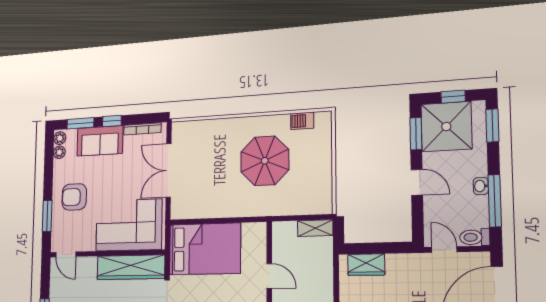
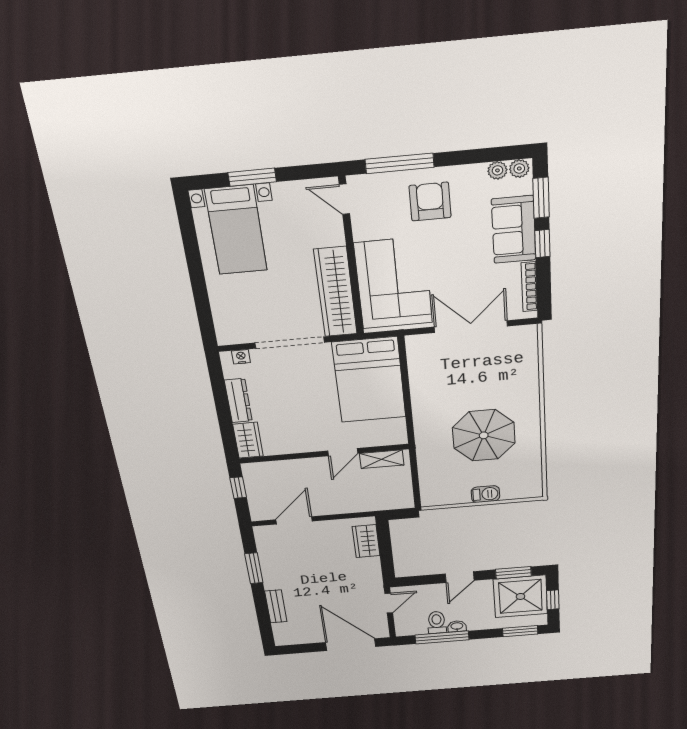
barbecue: (302, 121) -> (485, 494), moved, turned 90
window: (47, 216) -> (400, 163), width x1.44
shelving: (315, 228) -> (382, 459), moved, turned 90
toilet: (475, 237) -> (437, 622), moved
door: (66, 254) -> (344, 199), hinge flipped

